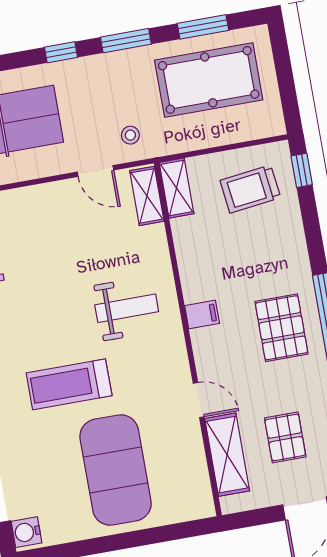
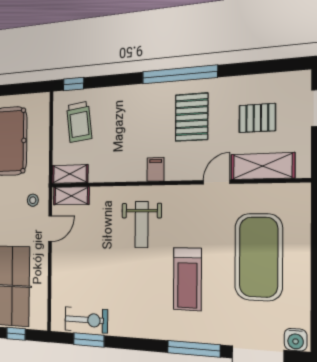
weight bench: (127, 308) -> (142, 225), turned 180
pallet: (282, 328) -> (192, 117), moved, turned 90
exercise mat: (116, 470) -> (259, 257), turned 90

